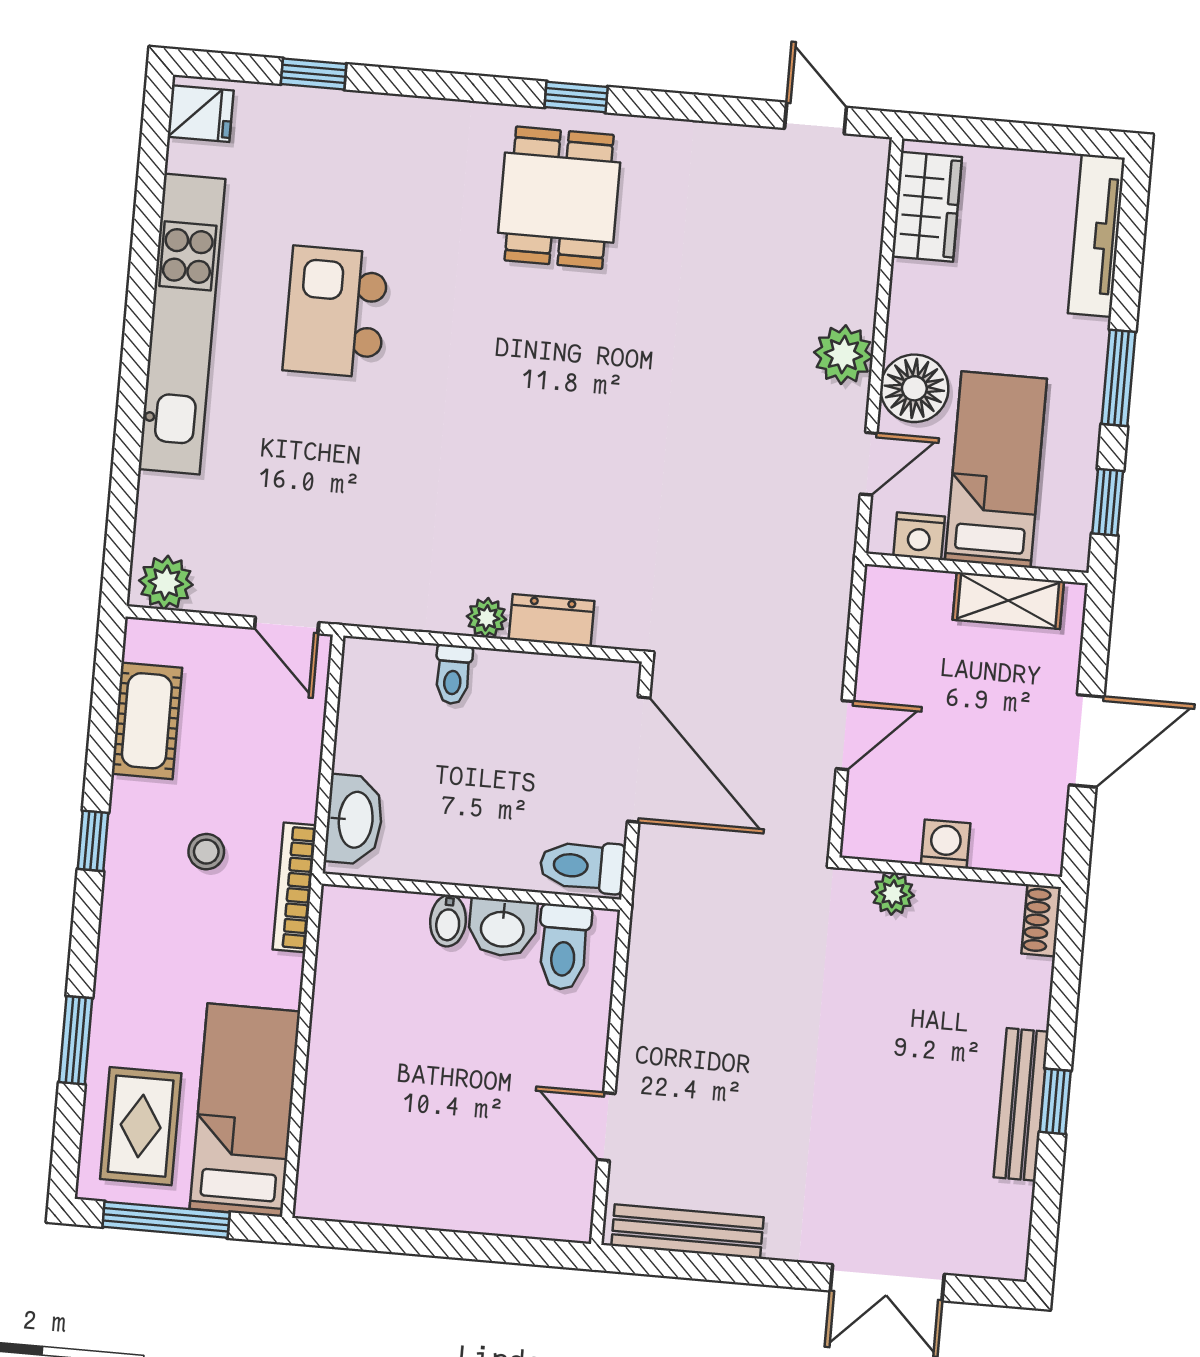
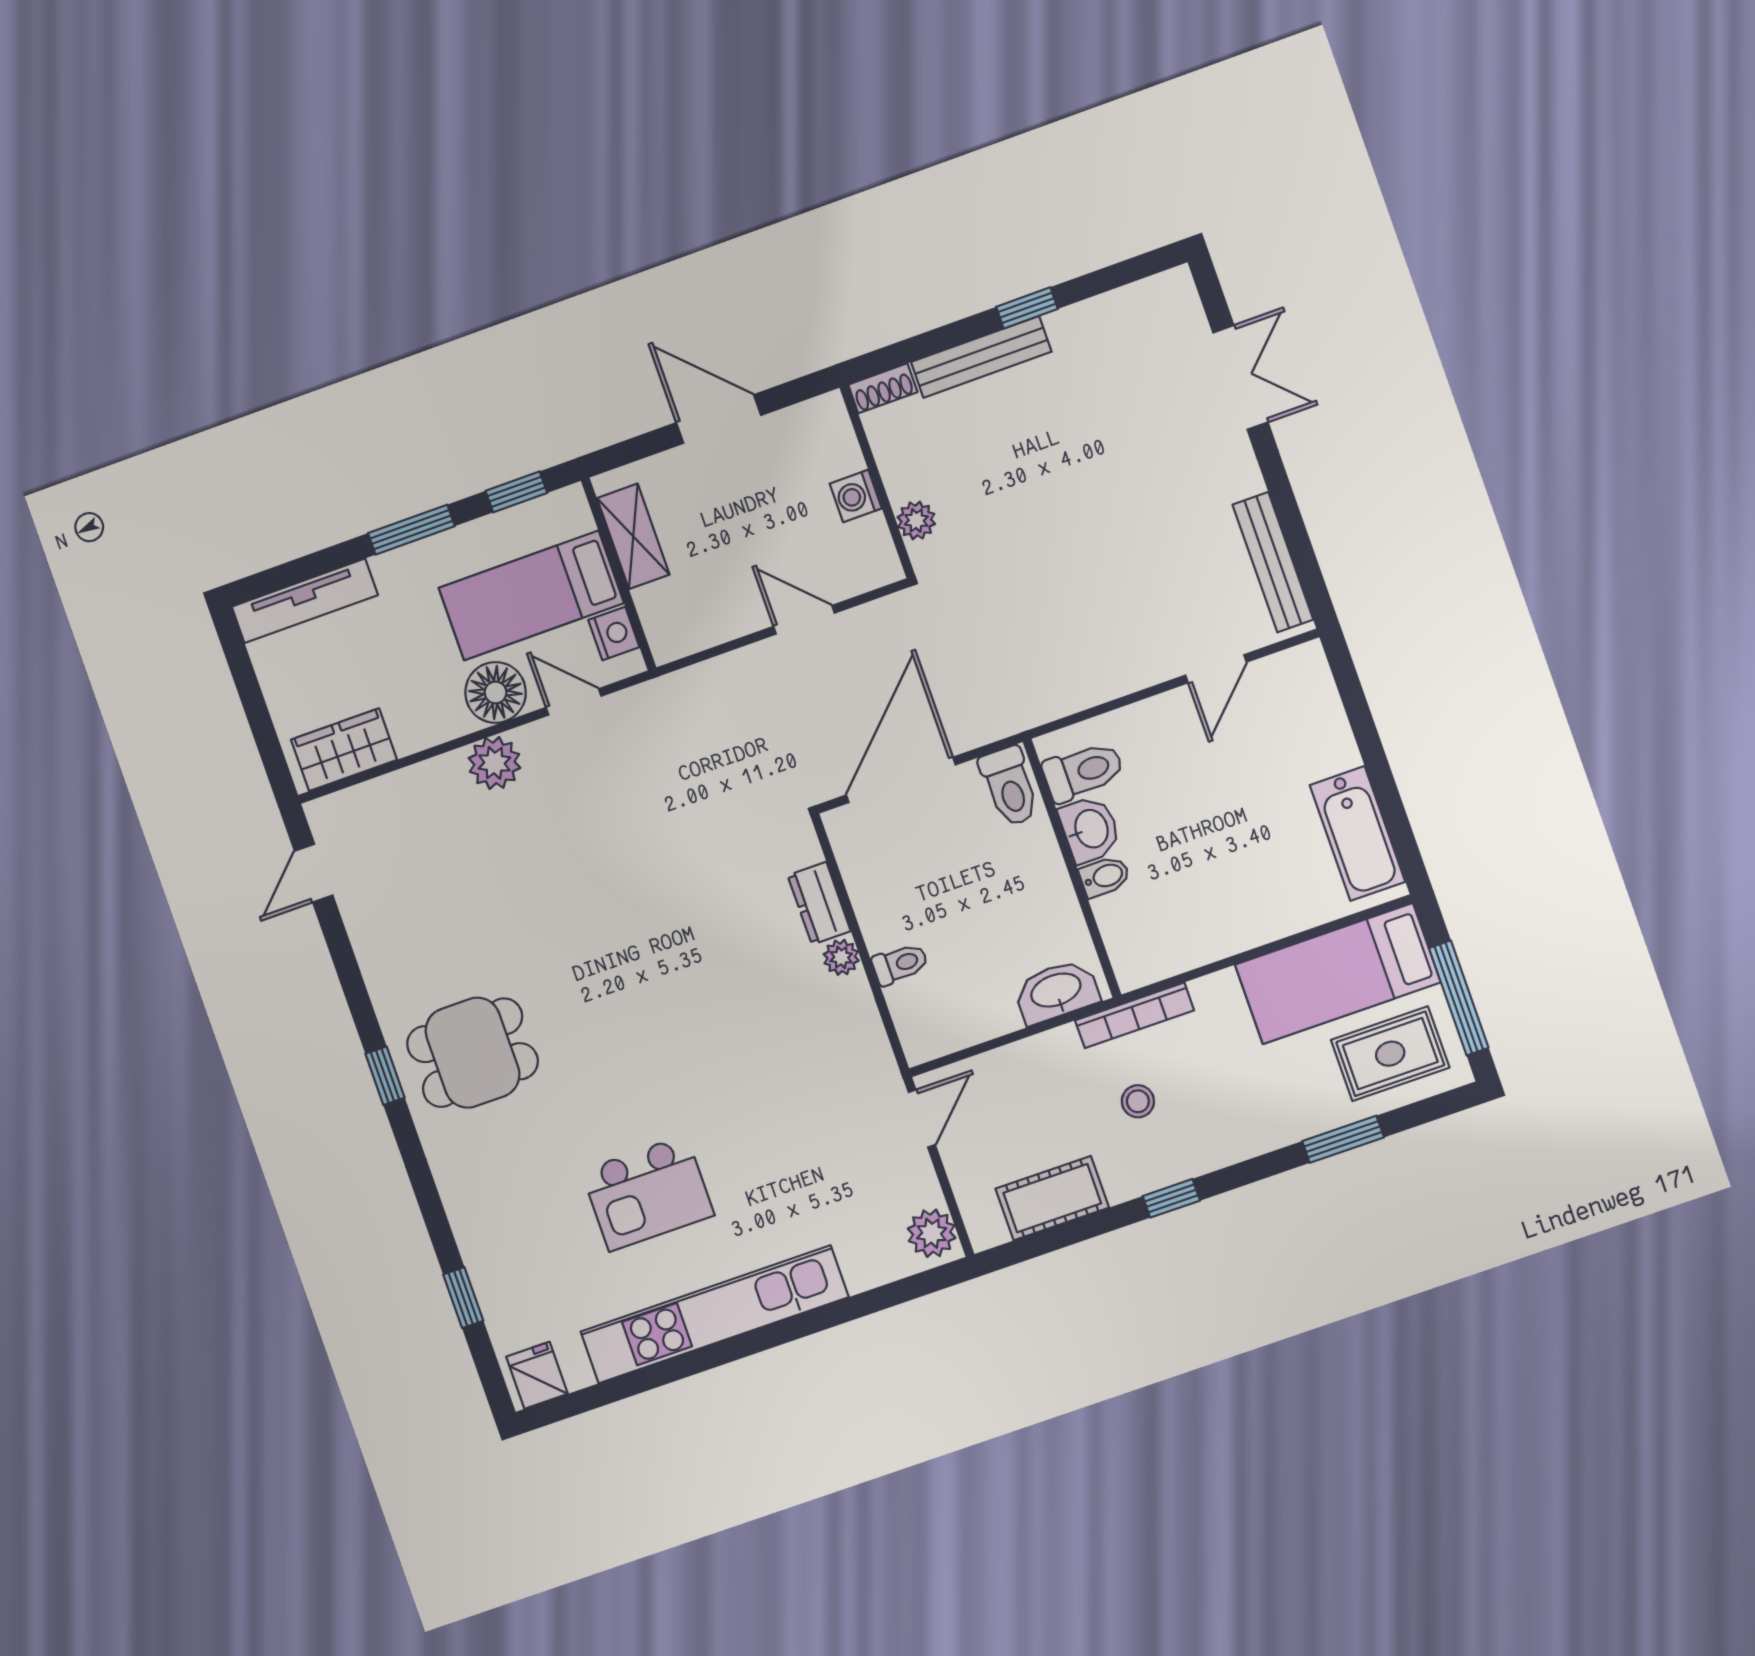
bench: (1021, 1104) -> (981, 357), moved
bathtub: (377, 1193) -> (1358, 833), added

